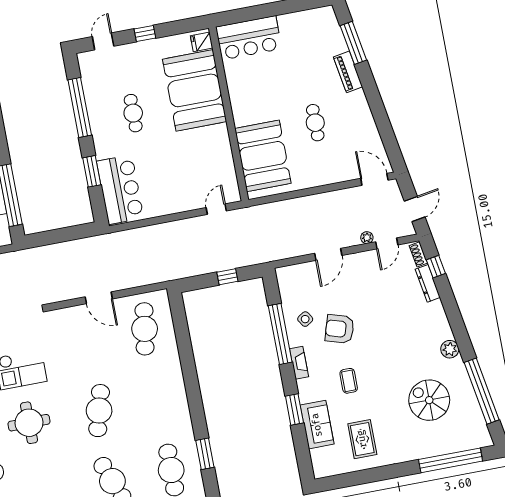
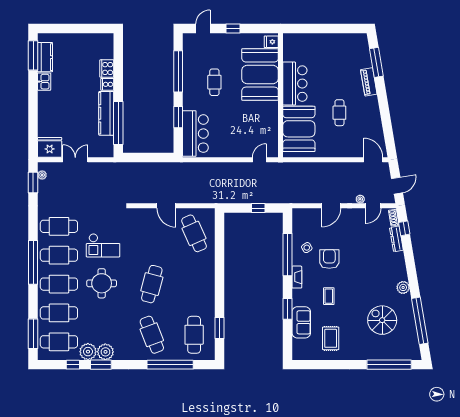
bar counter: (249, 38) -> (295, 84), moved, turned -90
cafe table: (145, 329) -> (194, 233), turned -33
armchair: (340, 329) -> (329, 259), turned 73

